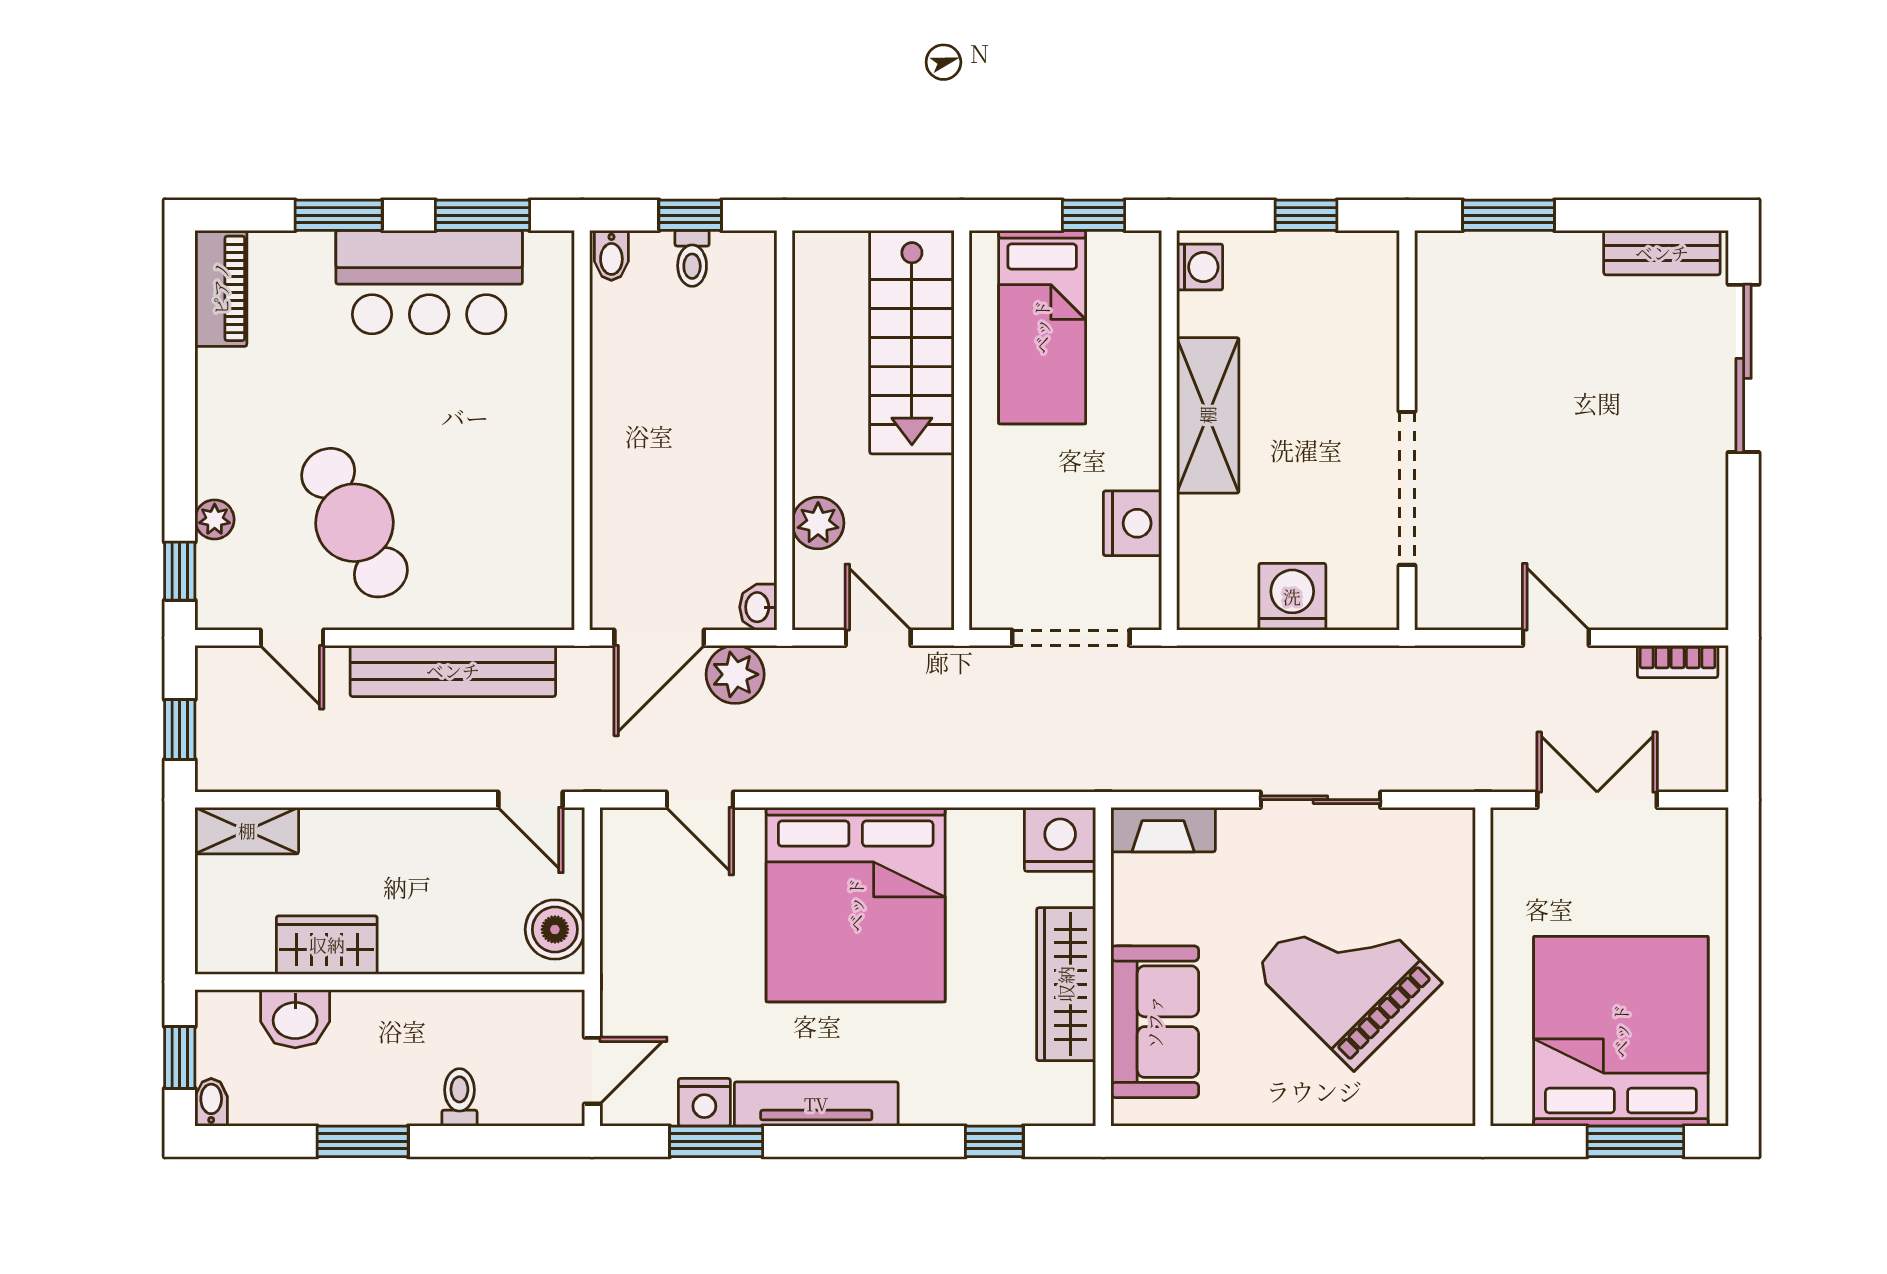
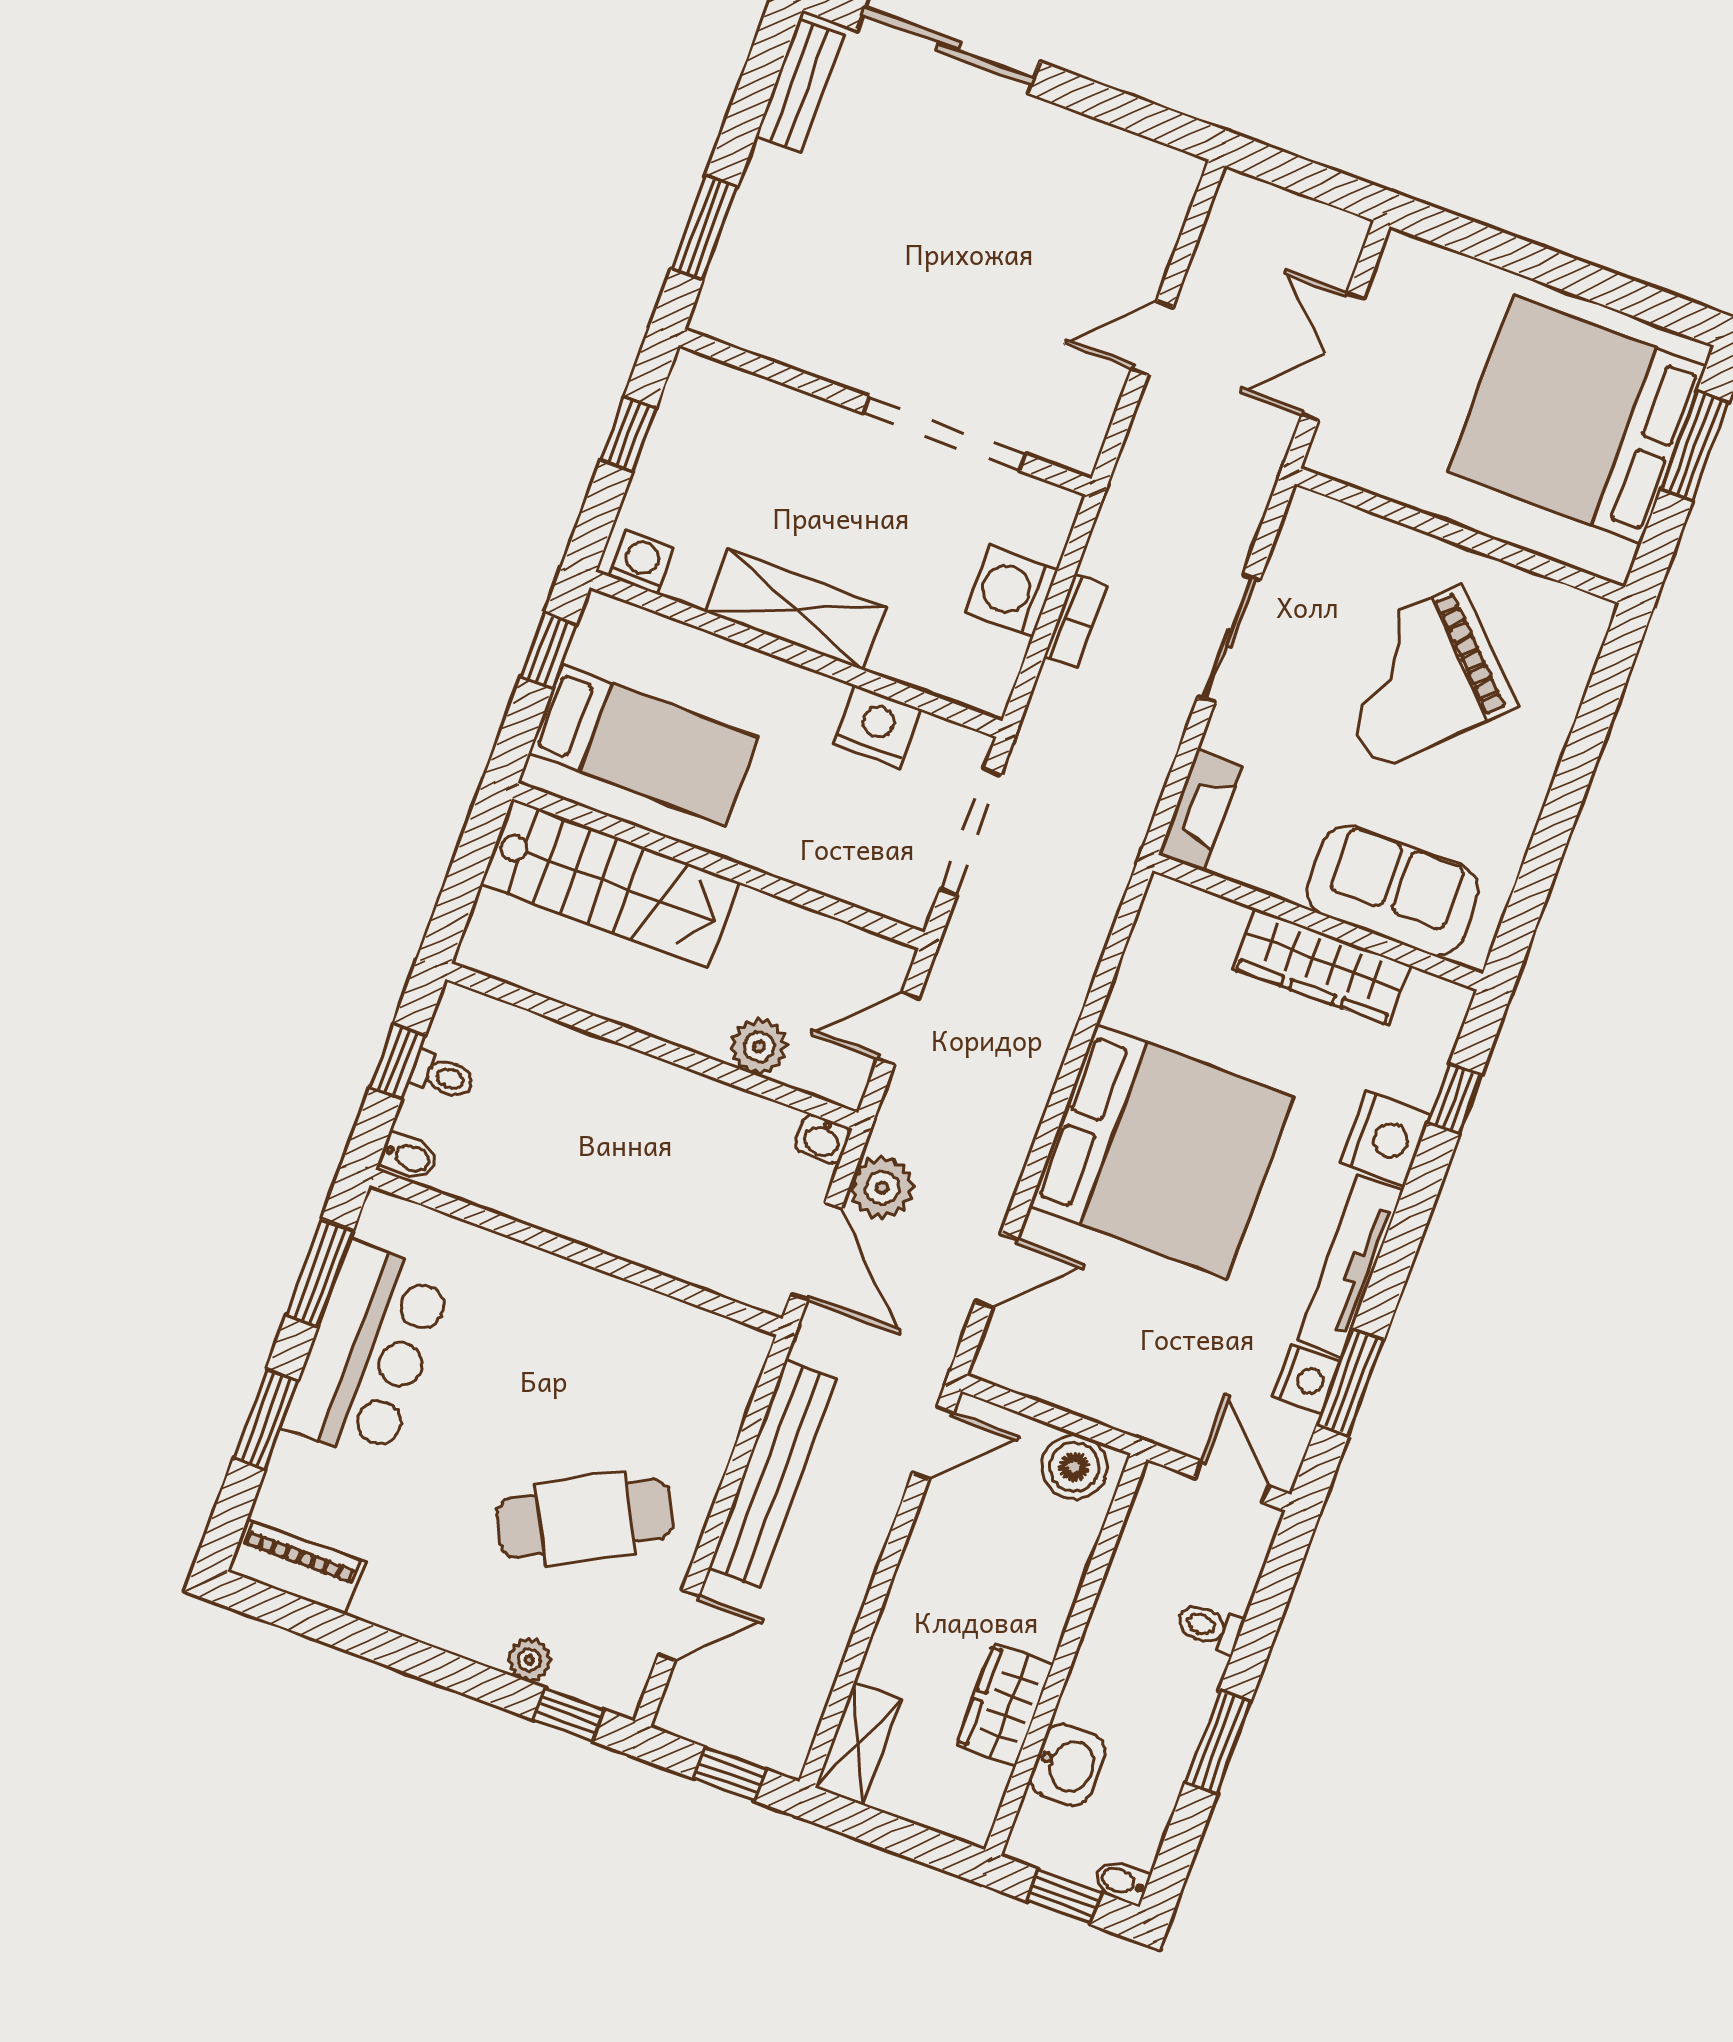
bookcase: (1678, 661) -> (1075, 621), moved
nightstand: (1060, 839) -> (1385, 1139), moved, turned 180

